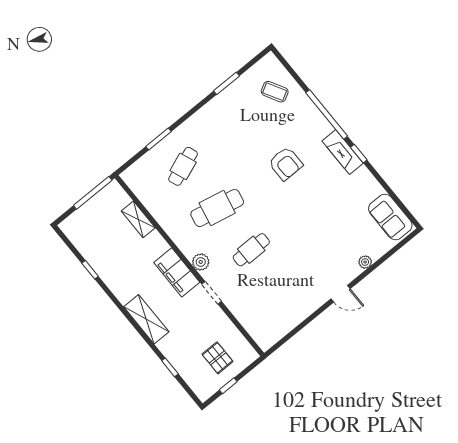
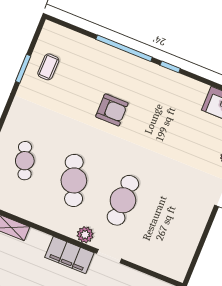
coffee table: (275, 92) -> (48, 67), moved, turned -60
fireplace: (343, 152) -> (156, 73), removed
cafe table: (217, 208) -> (74, 180), turned -33
cafe table: (251, 250) -> (123, 200), width x1.37, depth x1.35

